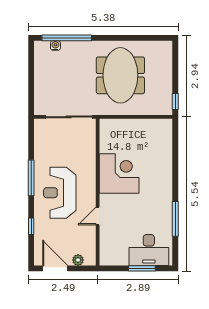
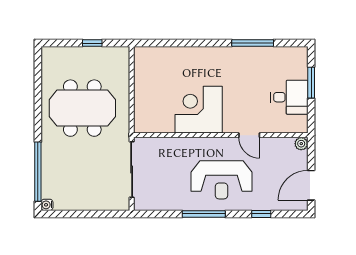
water cooler: (55, 46) -> (47, 205), moved
window: (175, 102) -> (92, 43), moved
desk: (149, 250) -> (289, 97), moved, width x0.73
plant: (78, 260) -> (301, 144), moved

